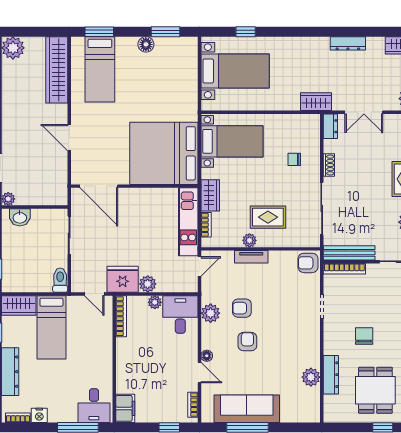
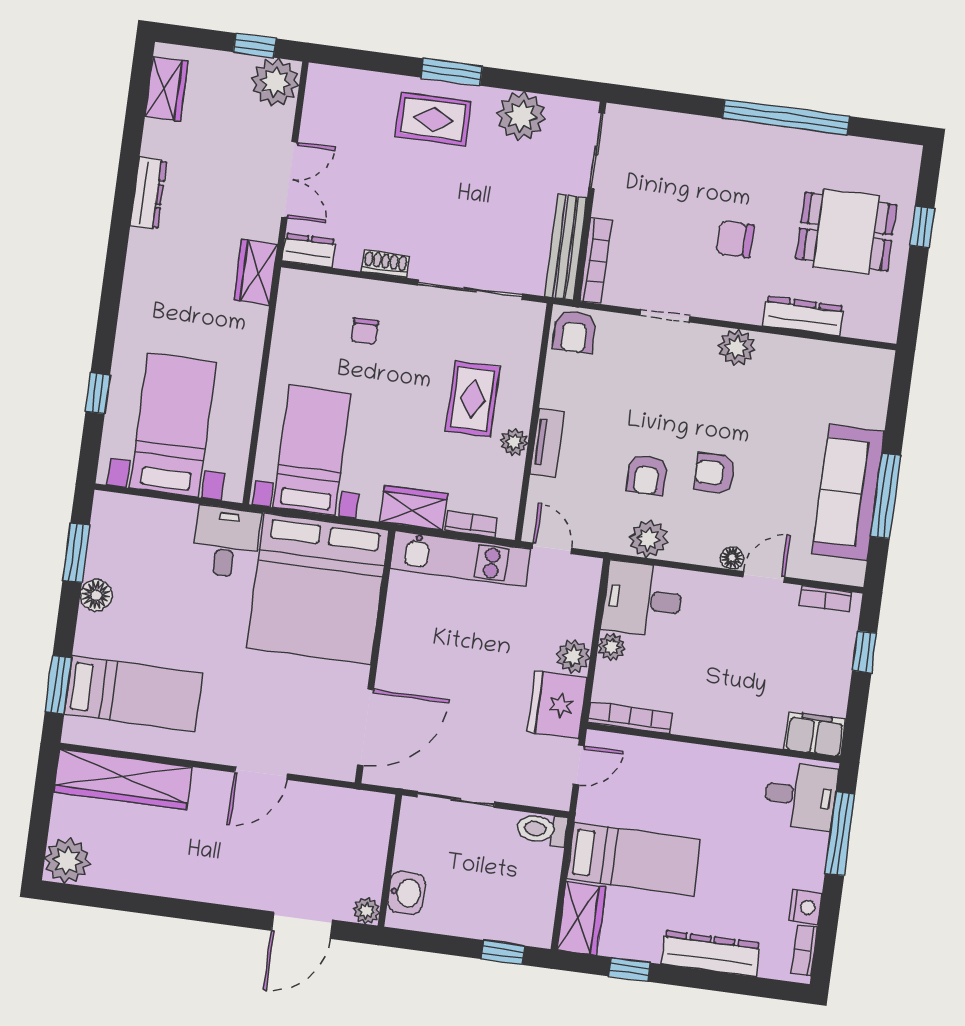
desk: (181, 105) -> (226, 542), added
plant: (311, 377) -> (736, 347), moved

